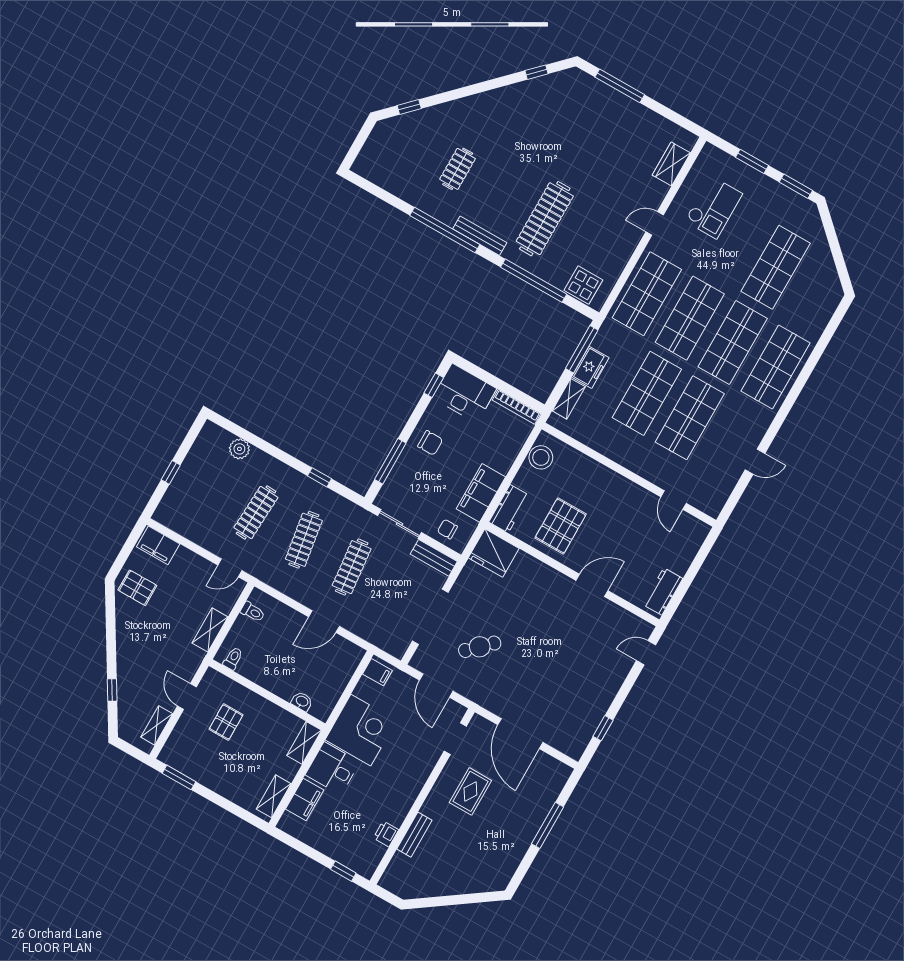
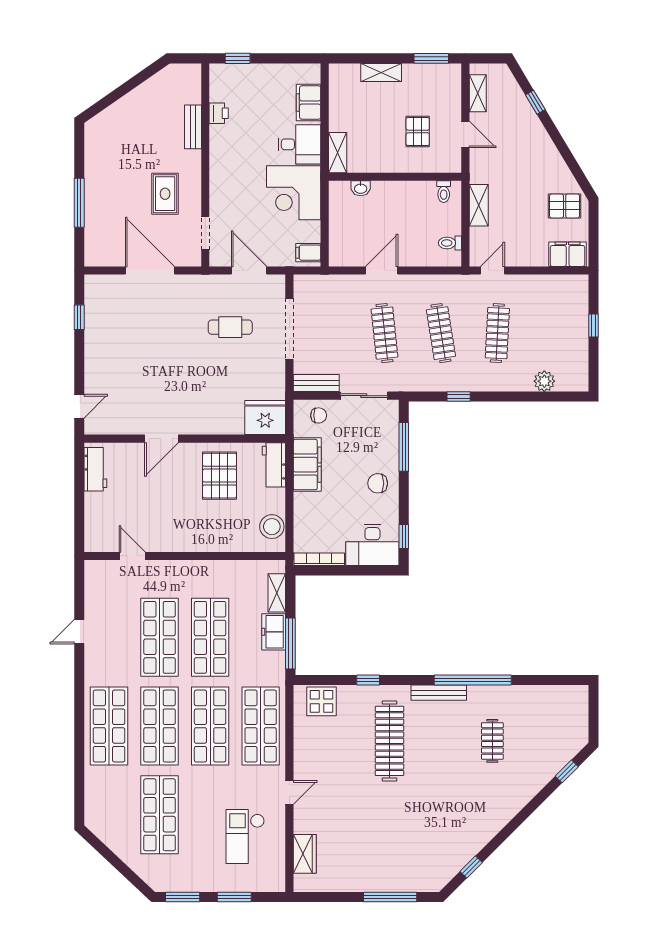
window: (534, 281) -> (368, 680), width x0.32
cafe table: (480, 647) -> (230, 327), turned 44
shelving: (274, 796) -> (381, 72), moved, turned 90

